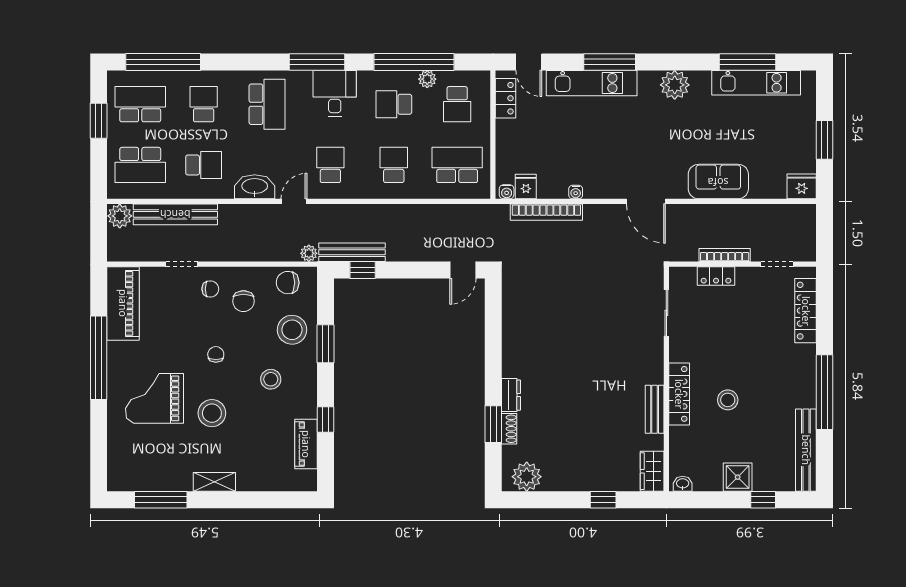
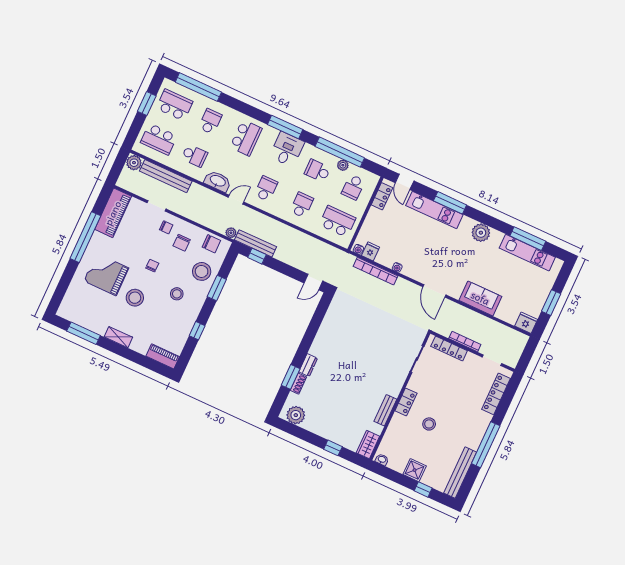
locker: (716, 276) -> (449, 349), width x1.53
chair: (288, 283) -> (211, 244), turned 180
locker: (679, 394) -> (406, 402), width x0.66
piano: (306, 444) -> (163, 356), moved, turned 90

